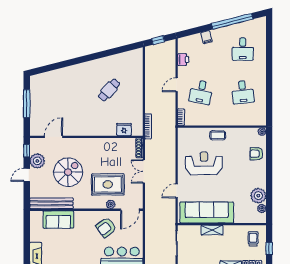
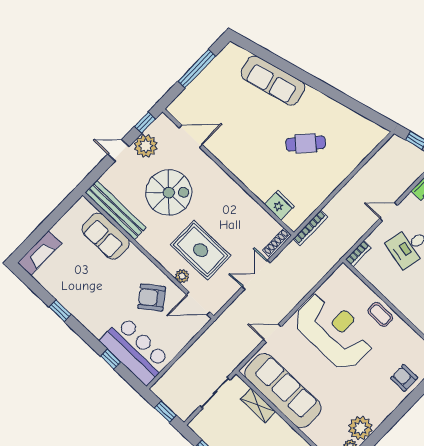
sofa: (67, 75) -> (273, 80), added
reception desk: (204, 163) -> (334, 331), width x1.36, depth x1.30
shelving: (212, 230) -> (258, 405), moved

